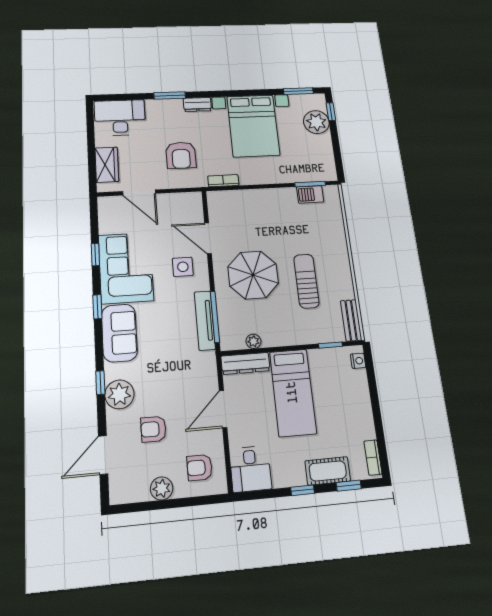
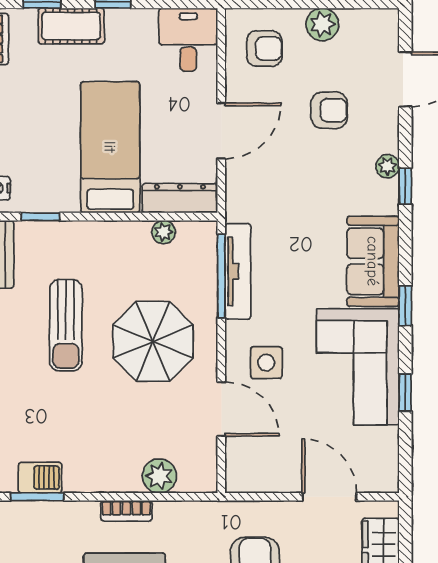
bookcase: (223, 181) -> (126, 511), moved
plant: (241, 199) -> (159, 476), added
plant: (119, 394) -> (388, 166), width x0.53, depth x0.53

